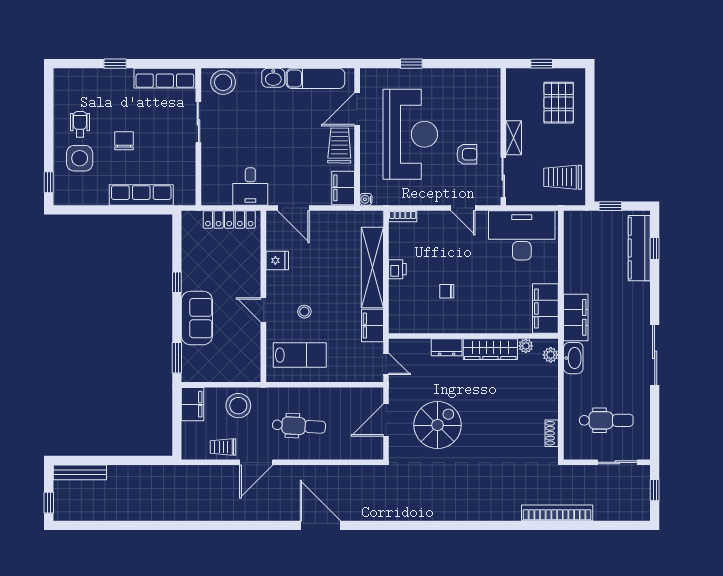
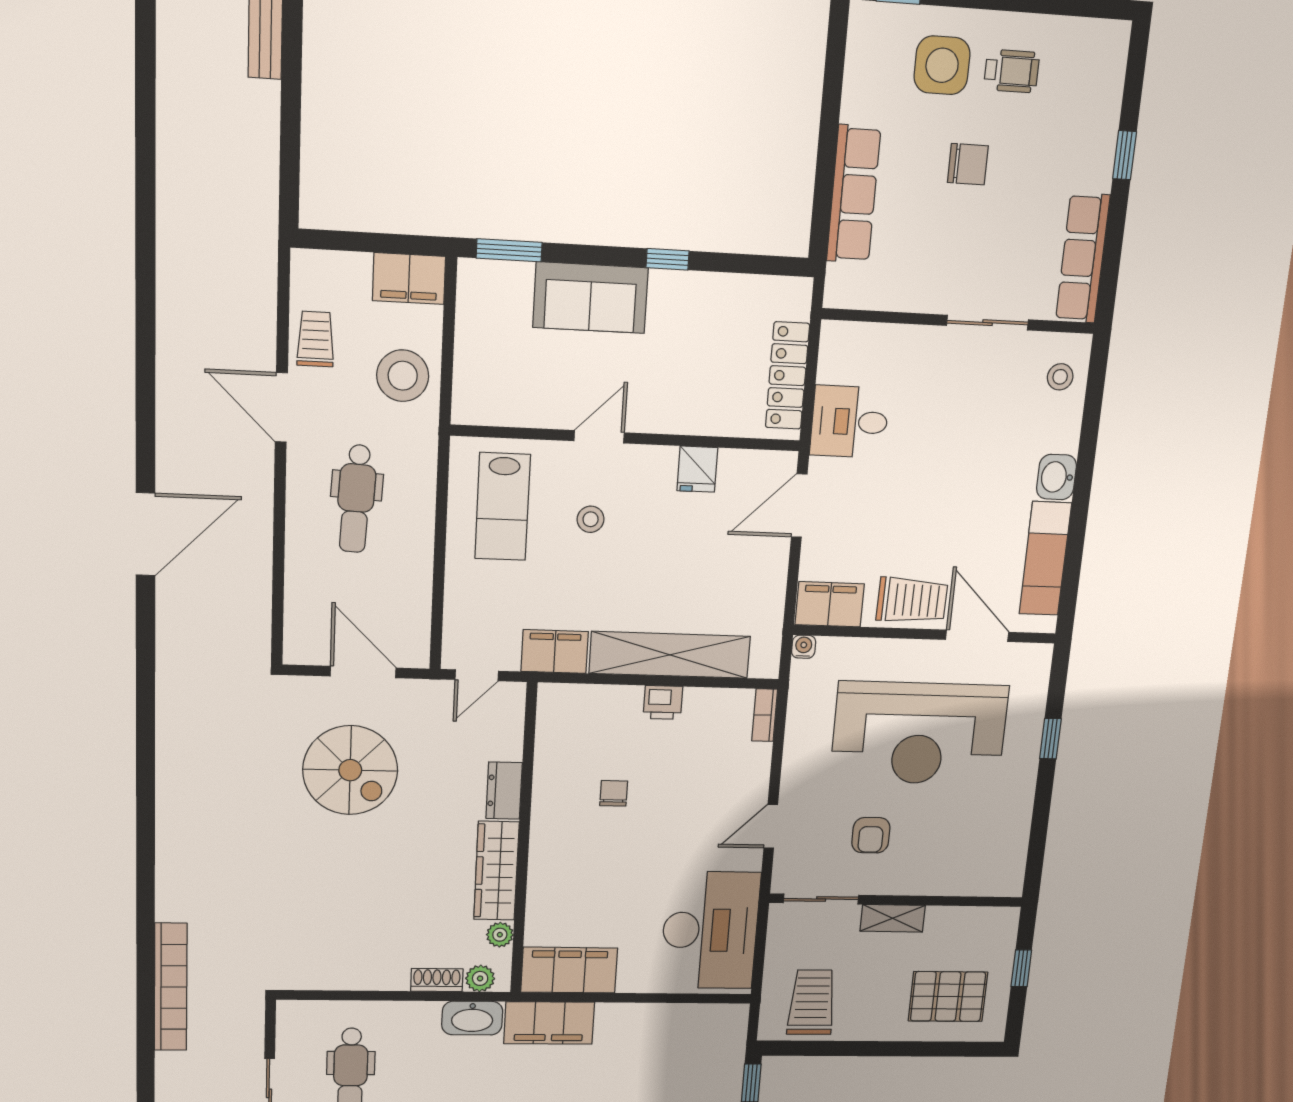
stool: (223, 82) -> (1060, 377), width x0.53, depth x0.53
shoe rack: (552, 433) -> (437, 980), moved

